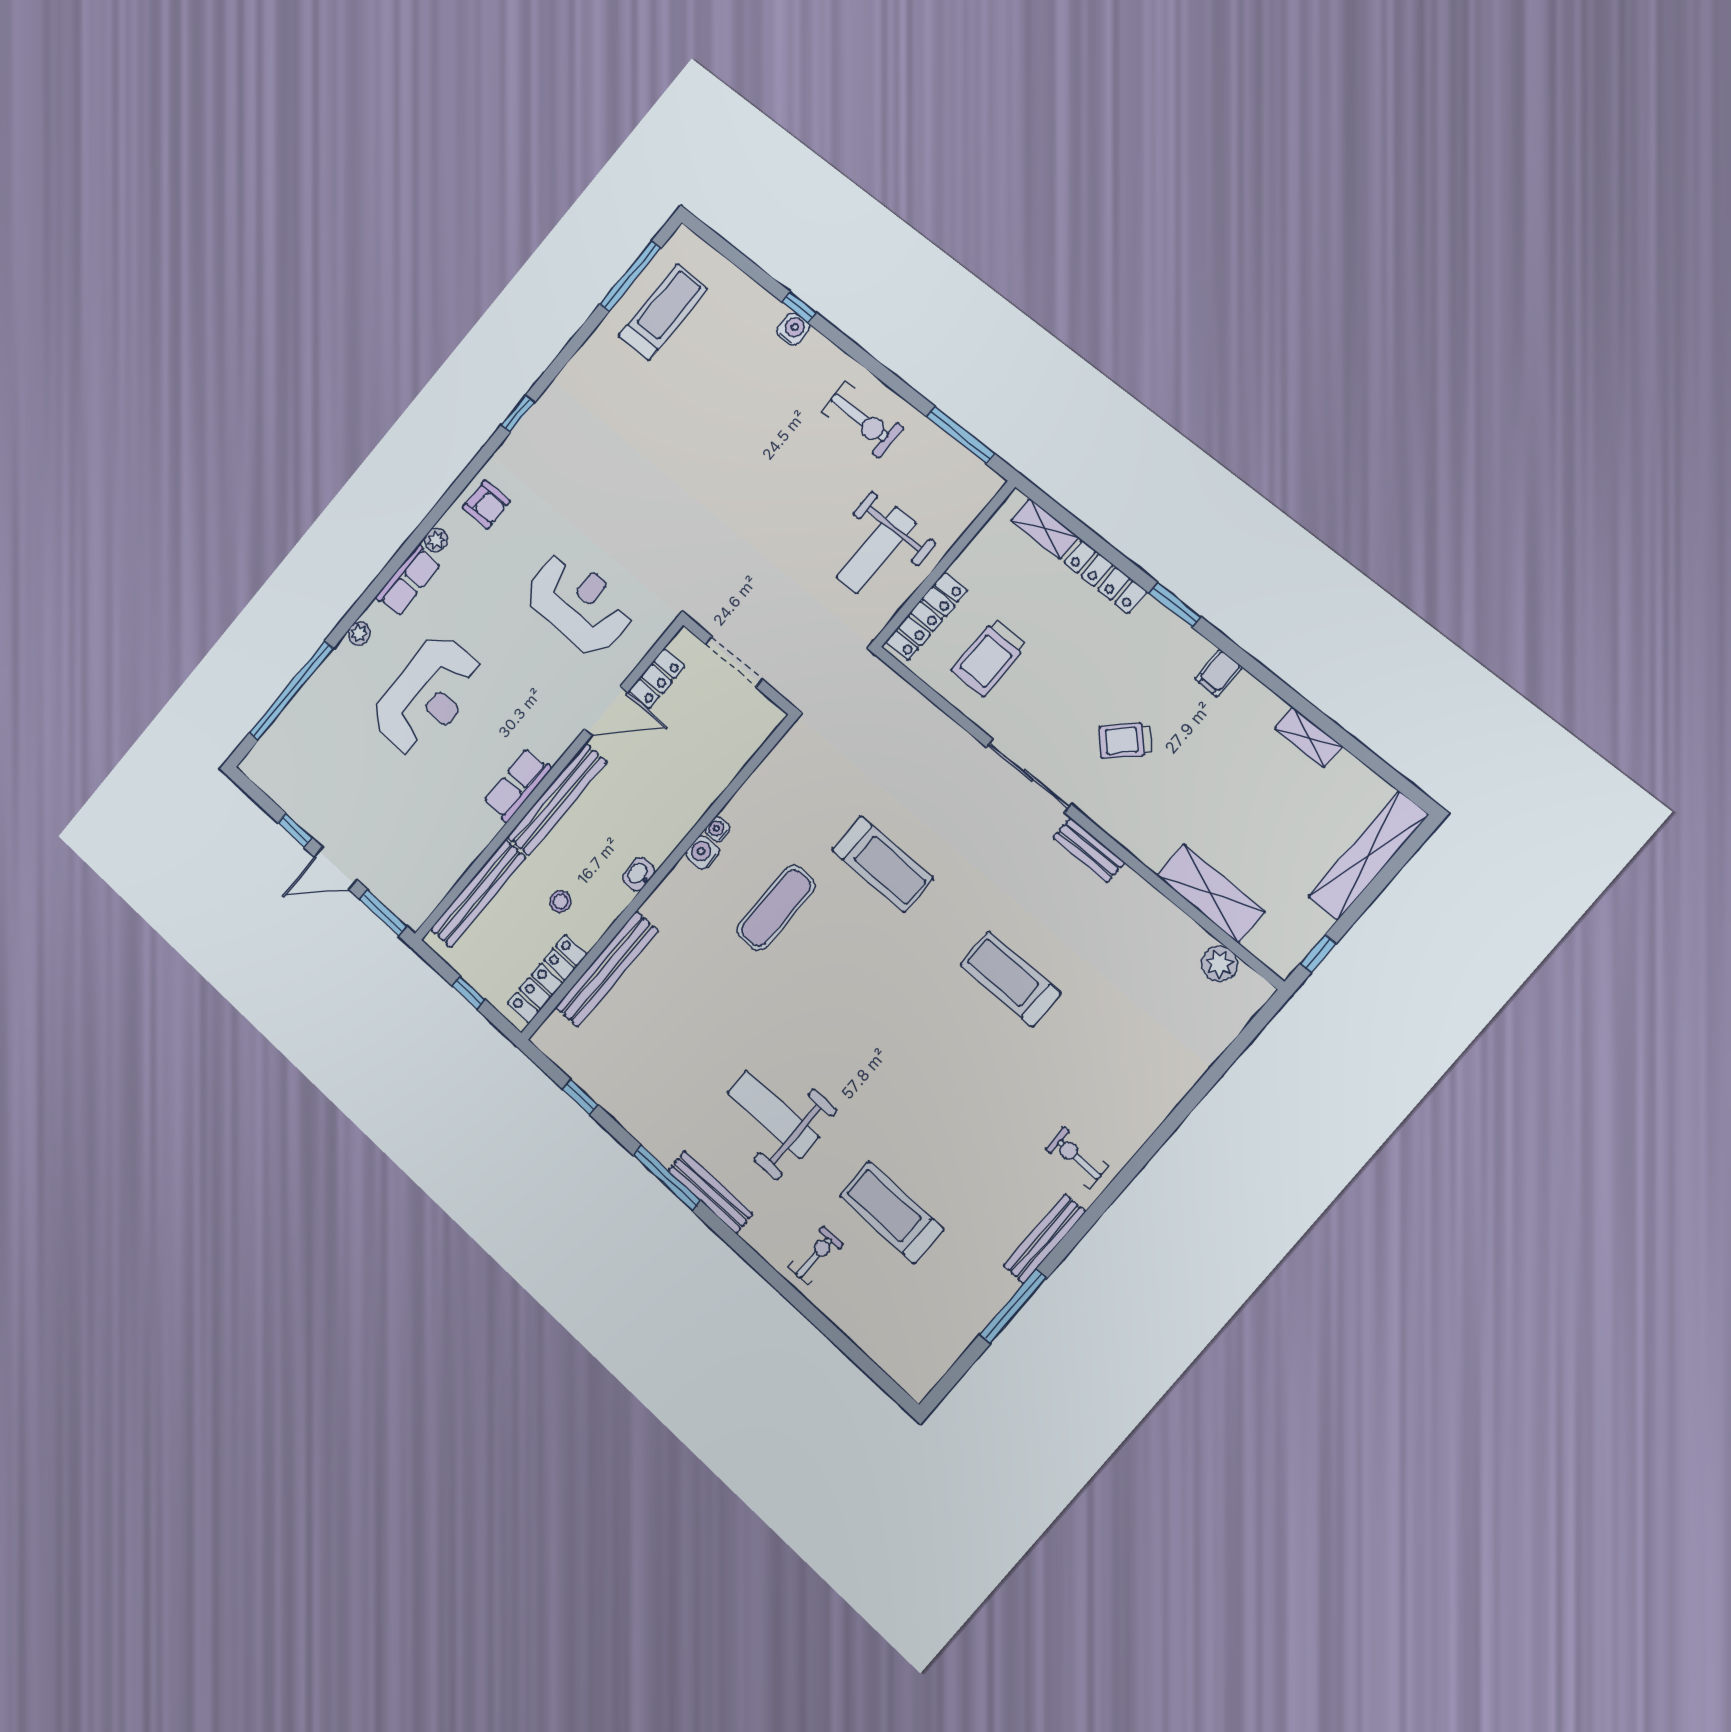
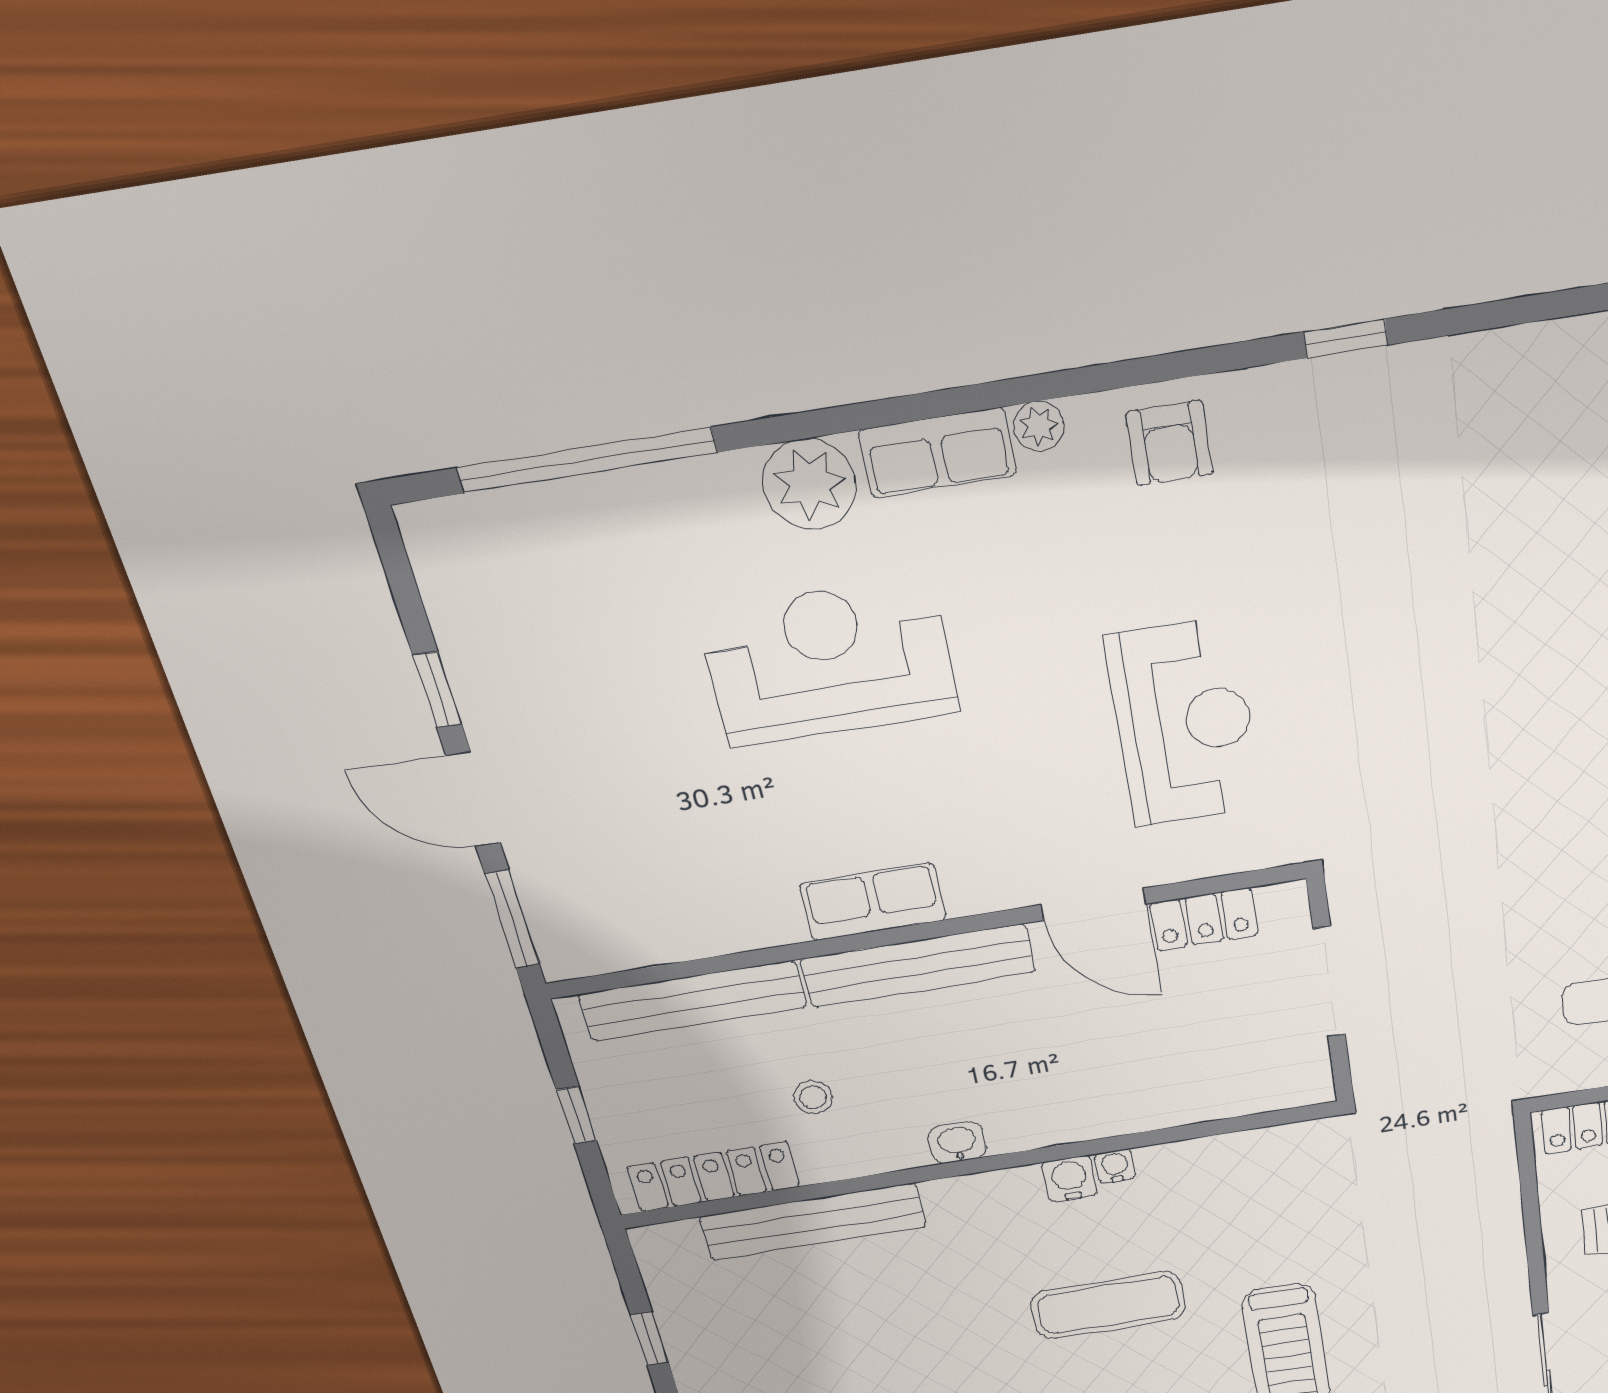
plant: (359, 633) -> (810, 484), width x1.88, depth x1.88
reception desk: (427, 695) -> (829, 662), turned 180

